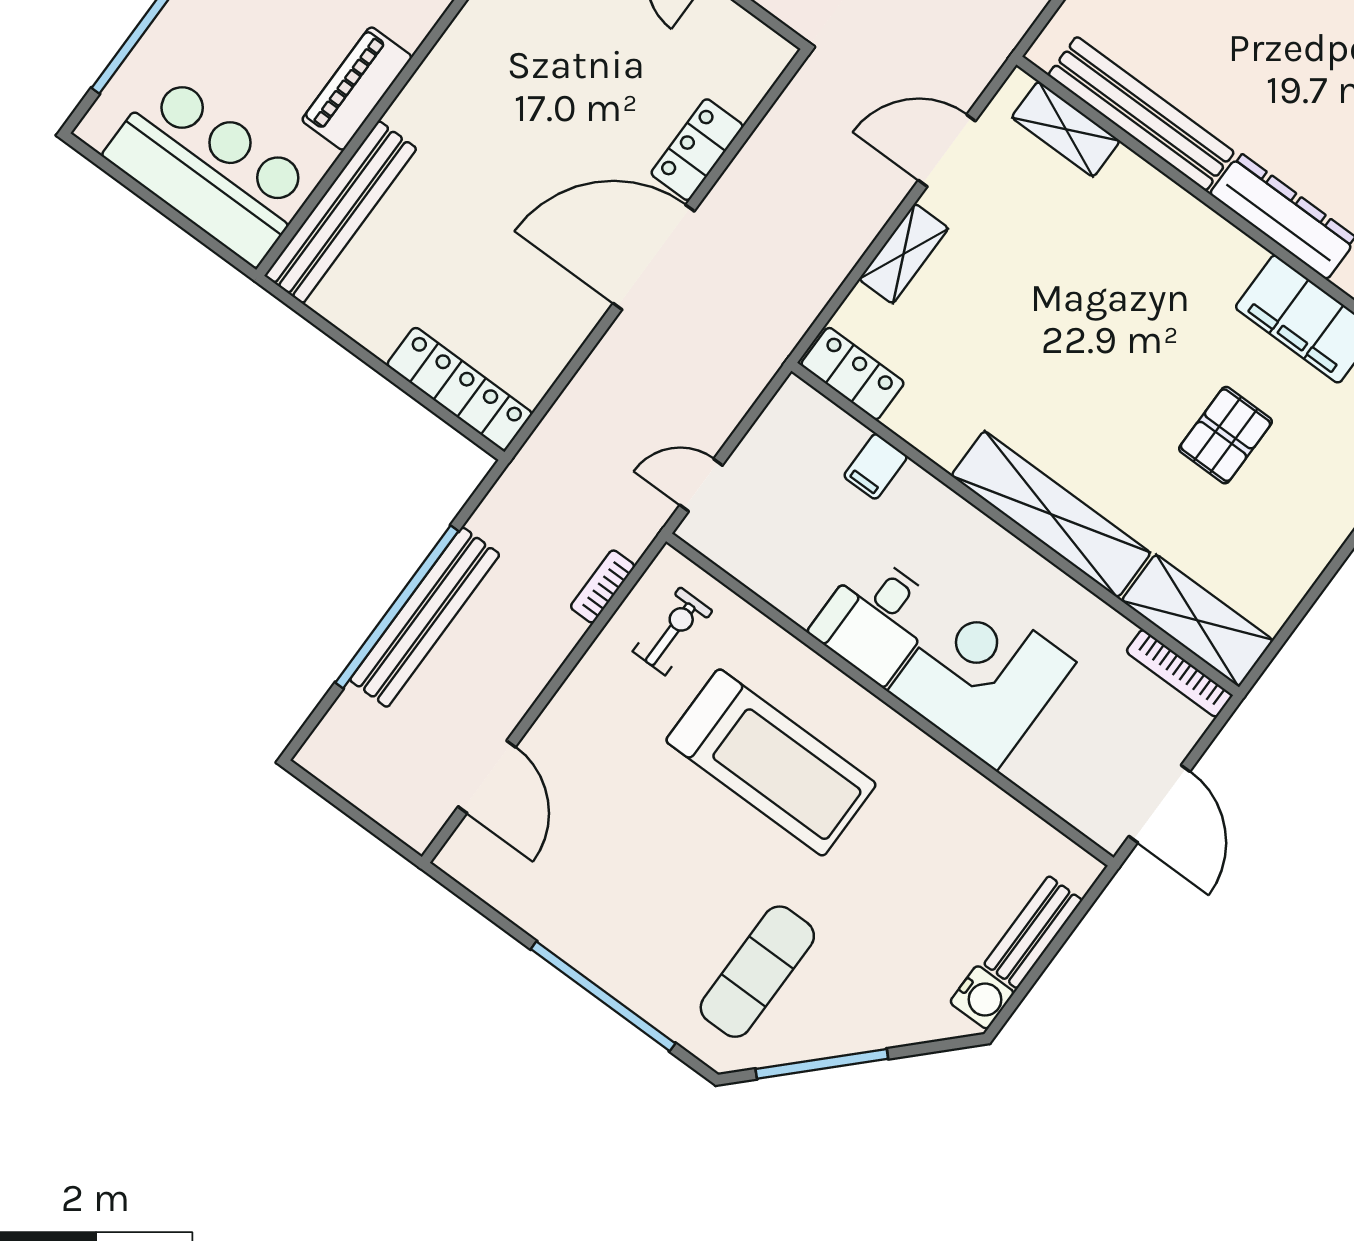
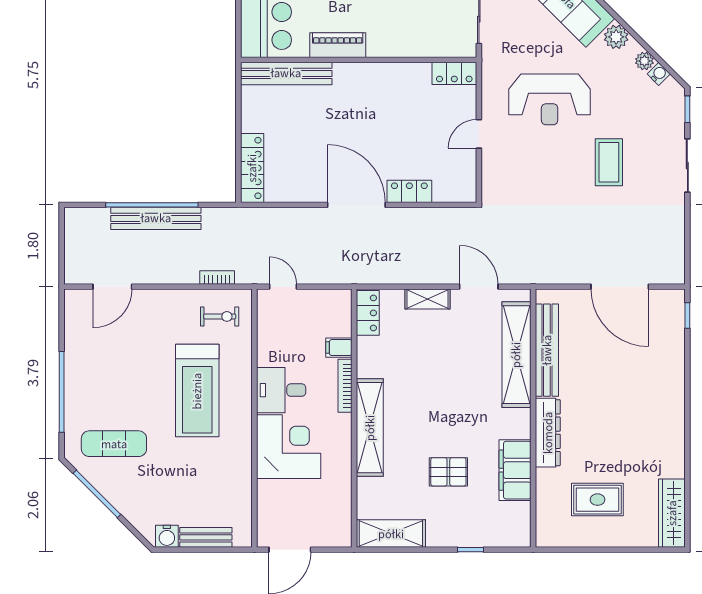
shelving: (1066, 129) -> (516, 355), width x2.20, depth x1.33
shelving: (1197, 620) -> (391, 534), moved, turned 90
bookcase: (1179, 673) -> (345, 386), moved

